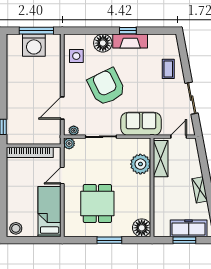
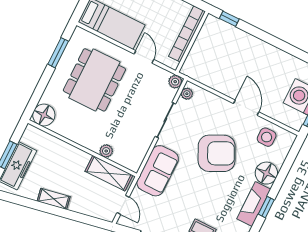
door: (62, 108) -> (246, 108), moved
plant: (140, 164) -> (106, 151), width x0.53, depth x0.53
dining table: (97, 203) -> (94, 80), width x1.38
window: (109, 240) -> (58, 53), moved

